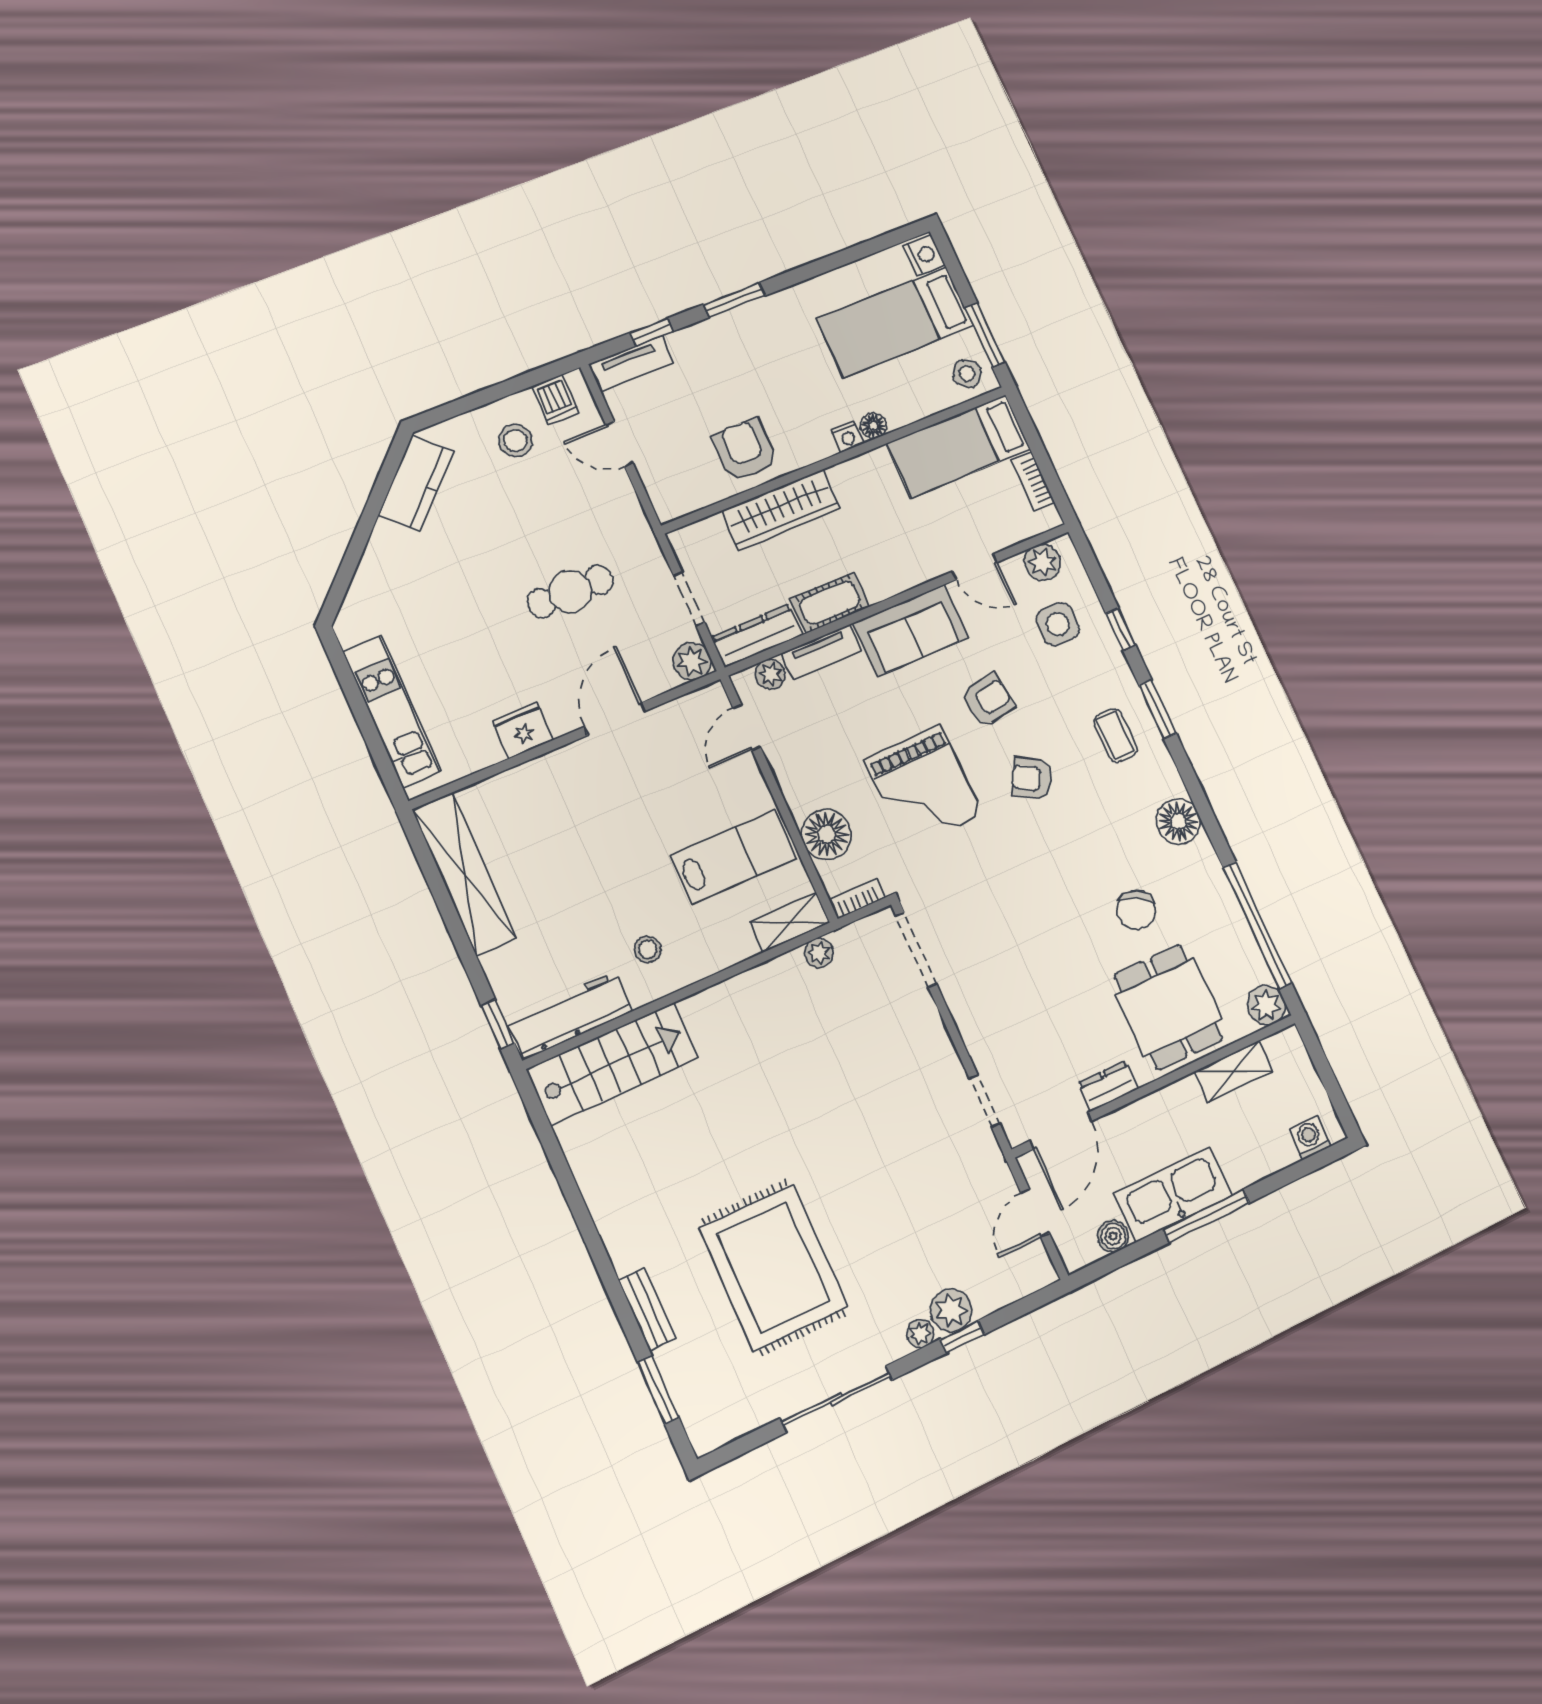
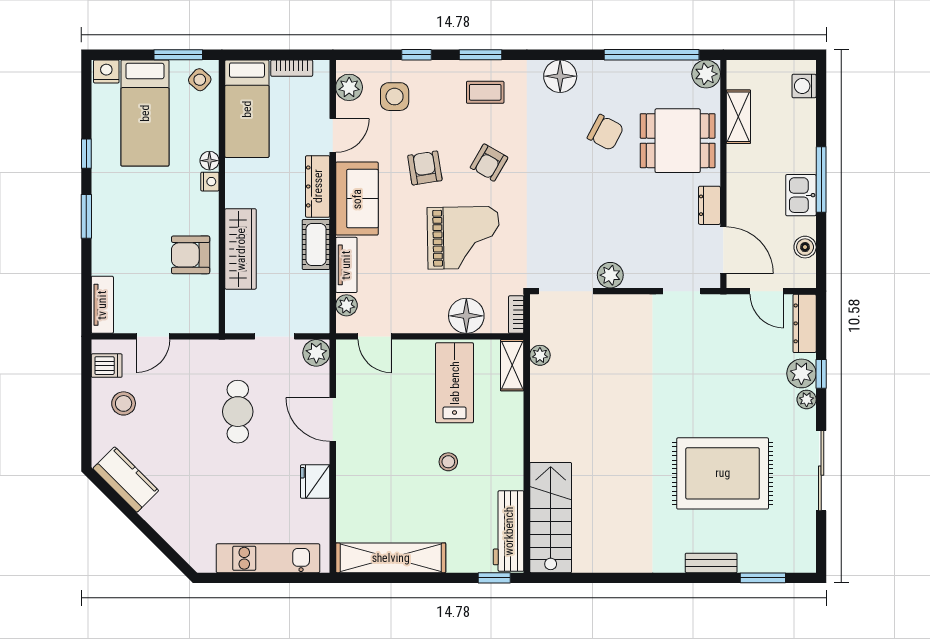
window: (652, 332) -> (86, 154), moved
dresser: (757, 636) -> (318, 186), moved
stool: (648, 949) -> (448, 462), moved
plant: (962, 998) -> (610, 275), added
kitchen sink: (1173, 1194) -> (801, 195), width x0.53, depth x0.81
dresser: (1017, 1283) -> (805, 323), added

